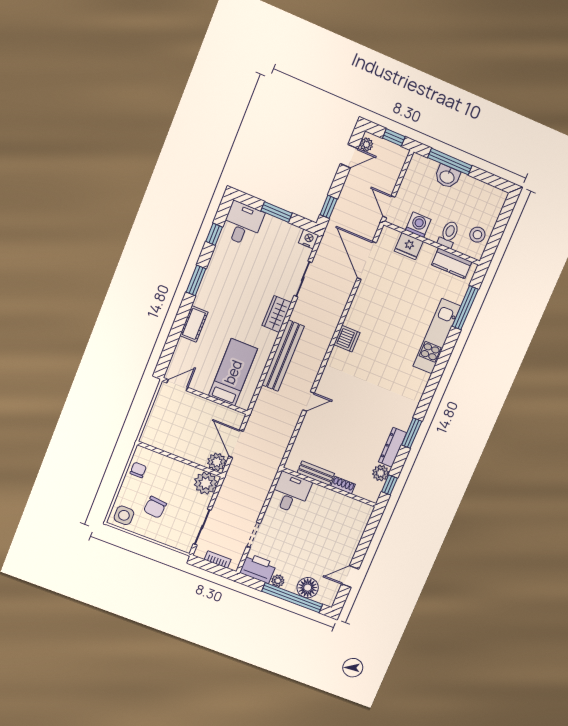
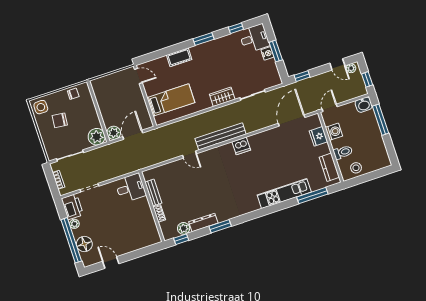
washbasin: (447, 177) -> (364, 105), moved, turned -90
nightstand: (309, 239) -> (267, 53), moved
bench: (283, 356) -> (221, 136), moved

